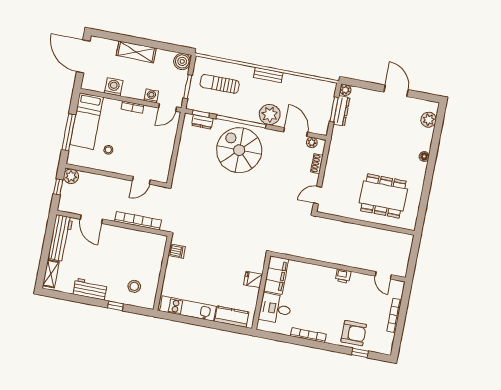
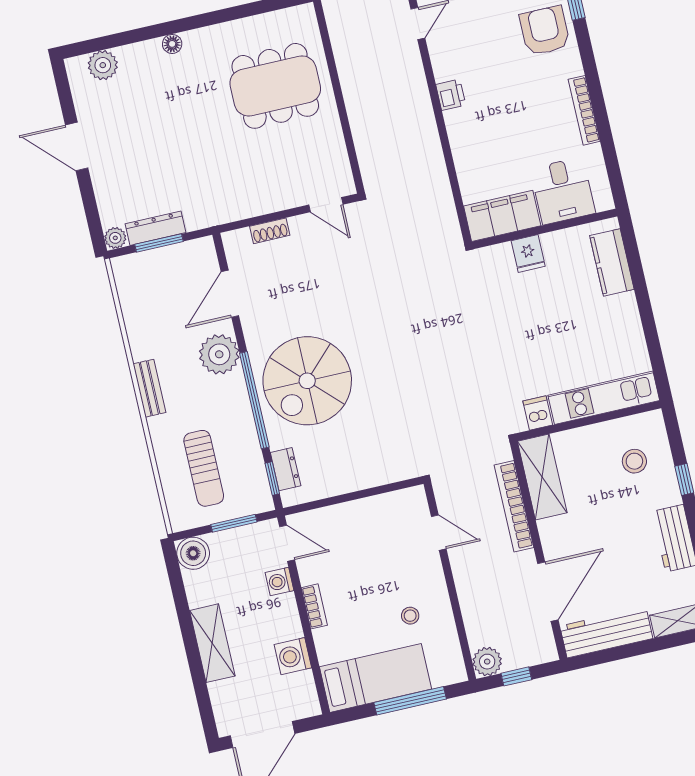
door: (396, 91) -> (77, 146), hinge flipped
plant: (312, 142) -> (236, 257), removed
dining table: (383, 196) -> (275, 86), turned 90
door: (91, 219) -> (548, 592), width x1.36
shelving: (146, 240) -> (542, 477), added
kitchen unit: (188, 309) -> (604, 398), moved, turned 90

